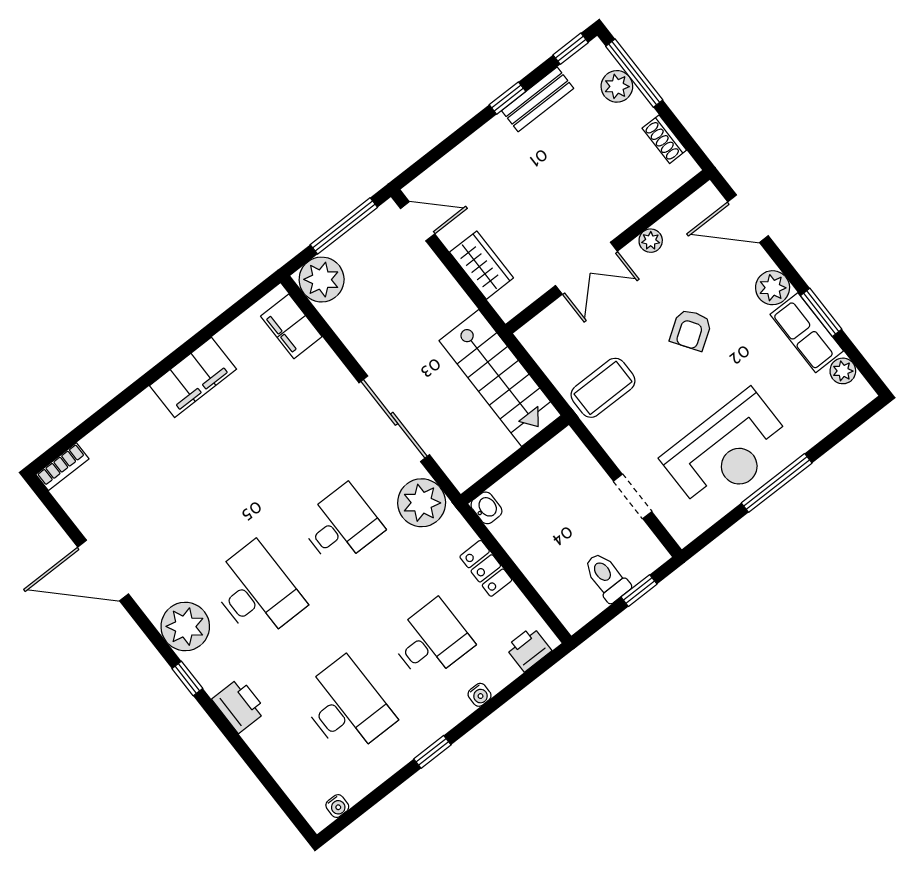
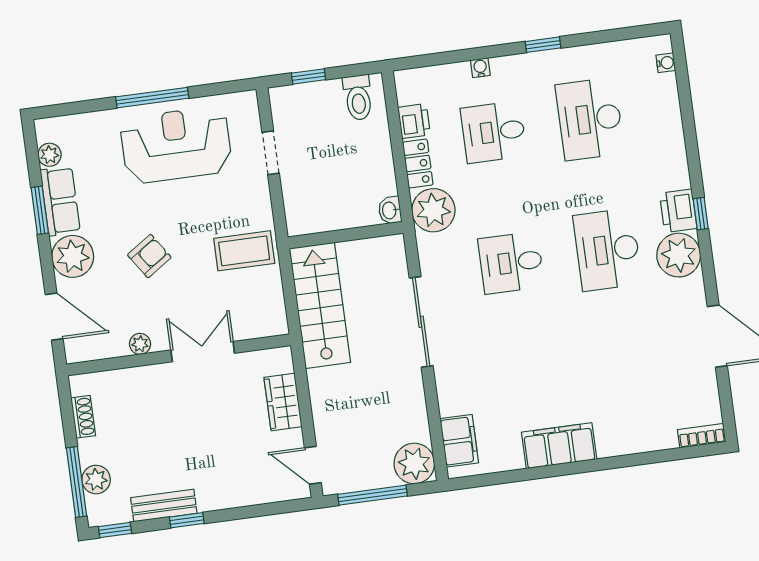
plant: (773, 288) -> (73, 256), width x1.36, depth x1.36
plant: (422, 503) -> (433, 210), moved
toilet: (607, 577) -> (358, 98), moved
printer: (528, 649) -> (414, 121), moved, turned -90
printer: (239, 705) -> (678, 211), moved
water cooler: (337, 806) -> (666, 63), moved, turned 90

